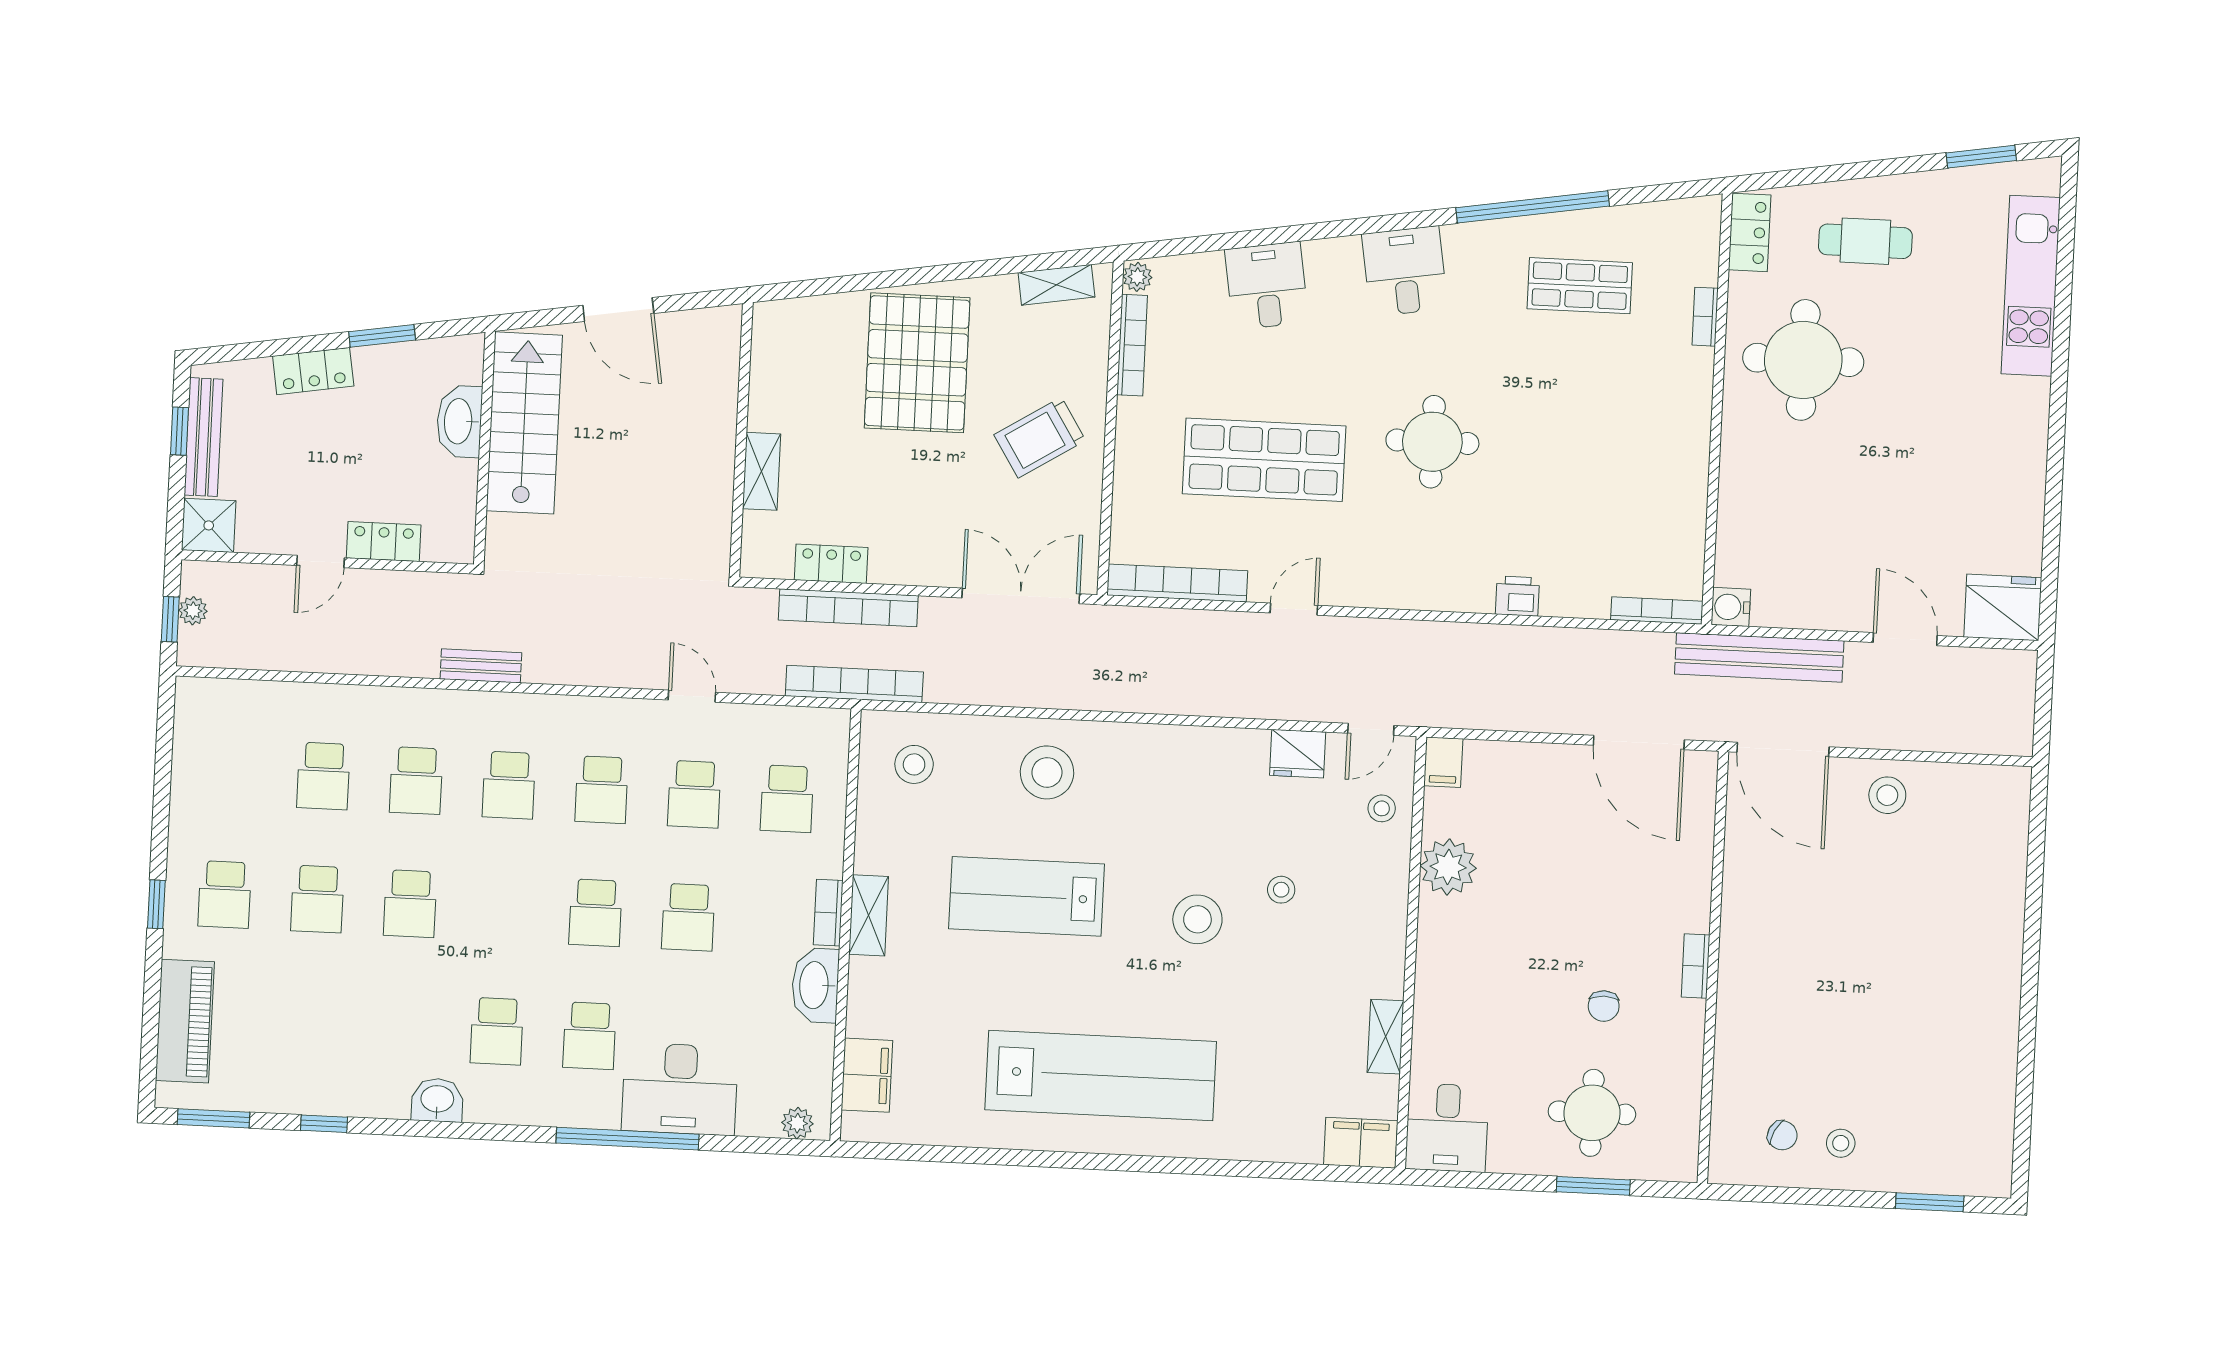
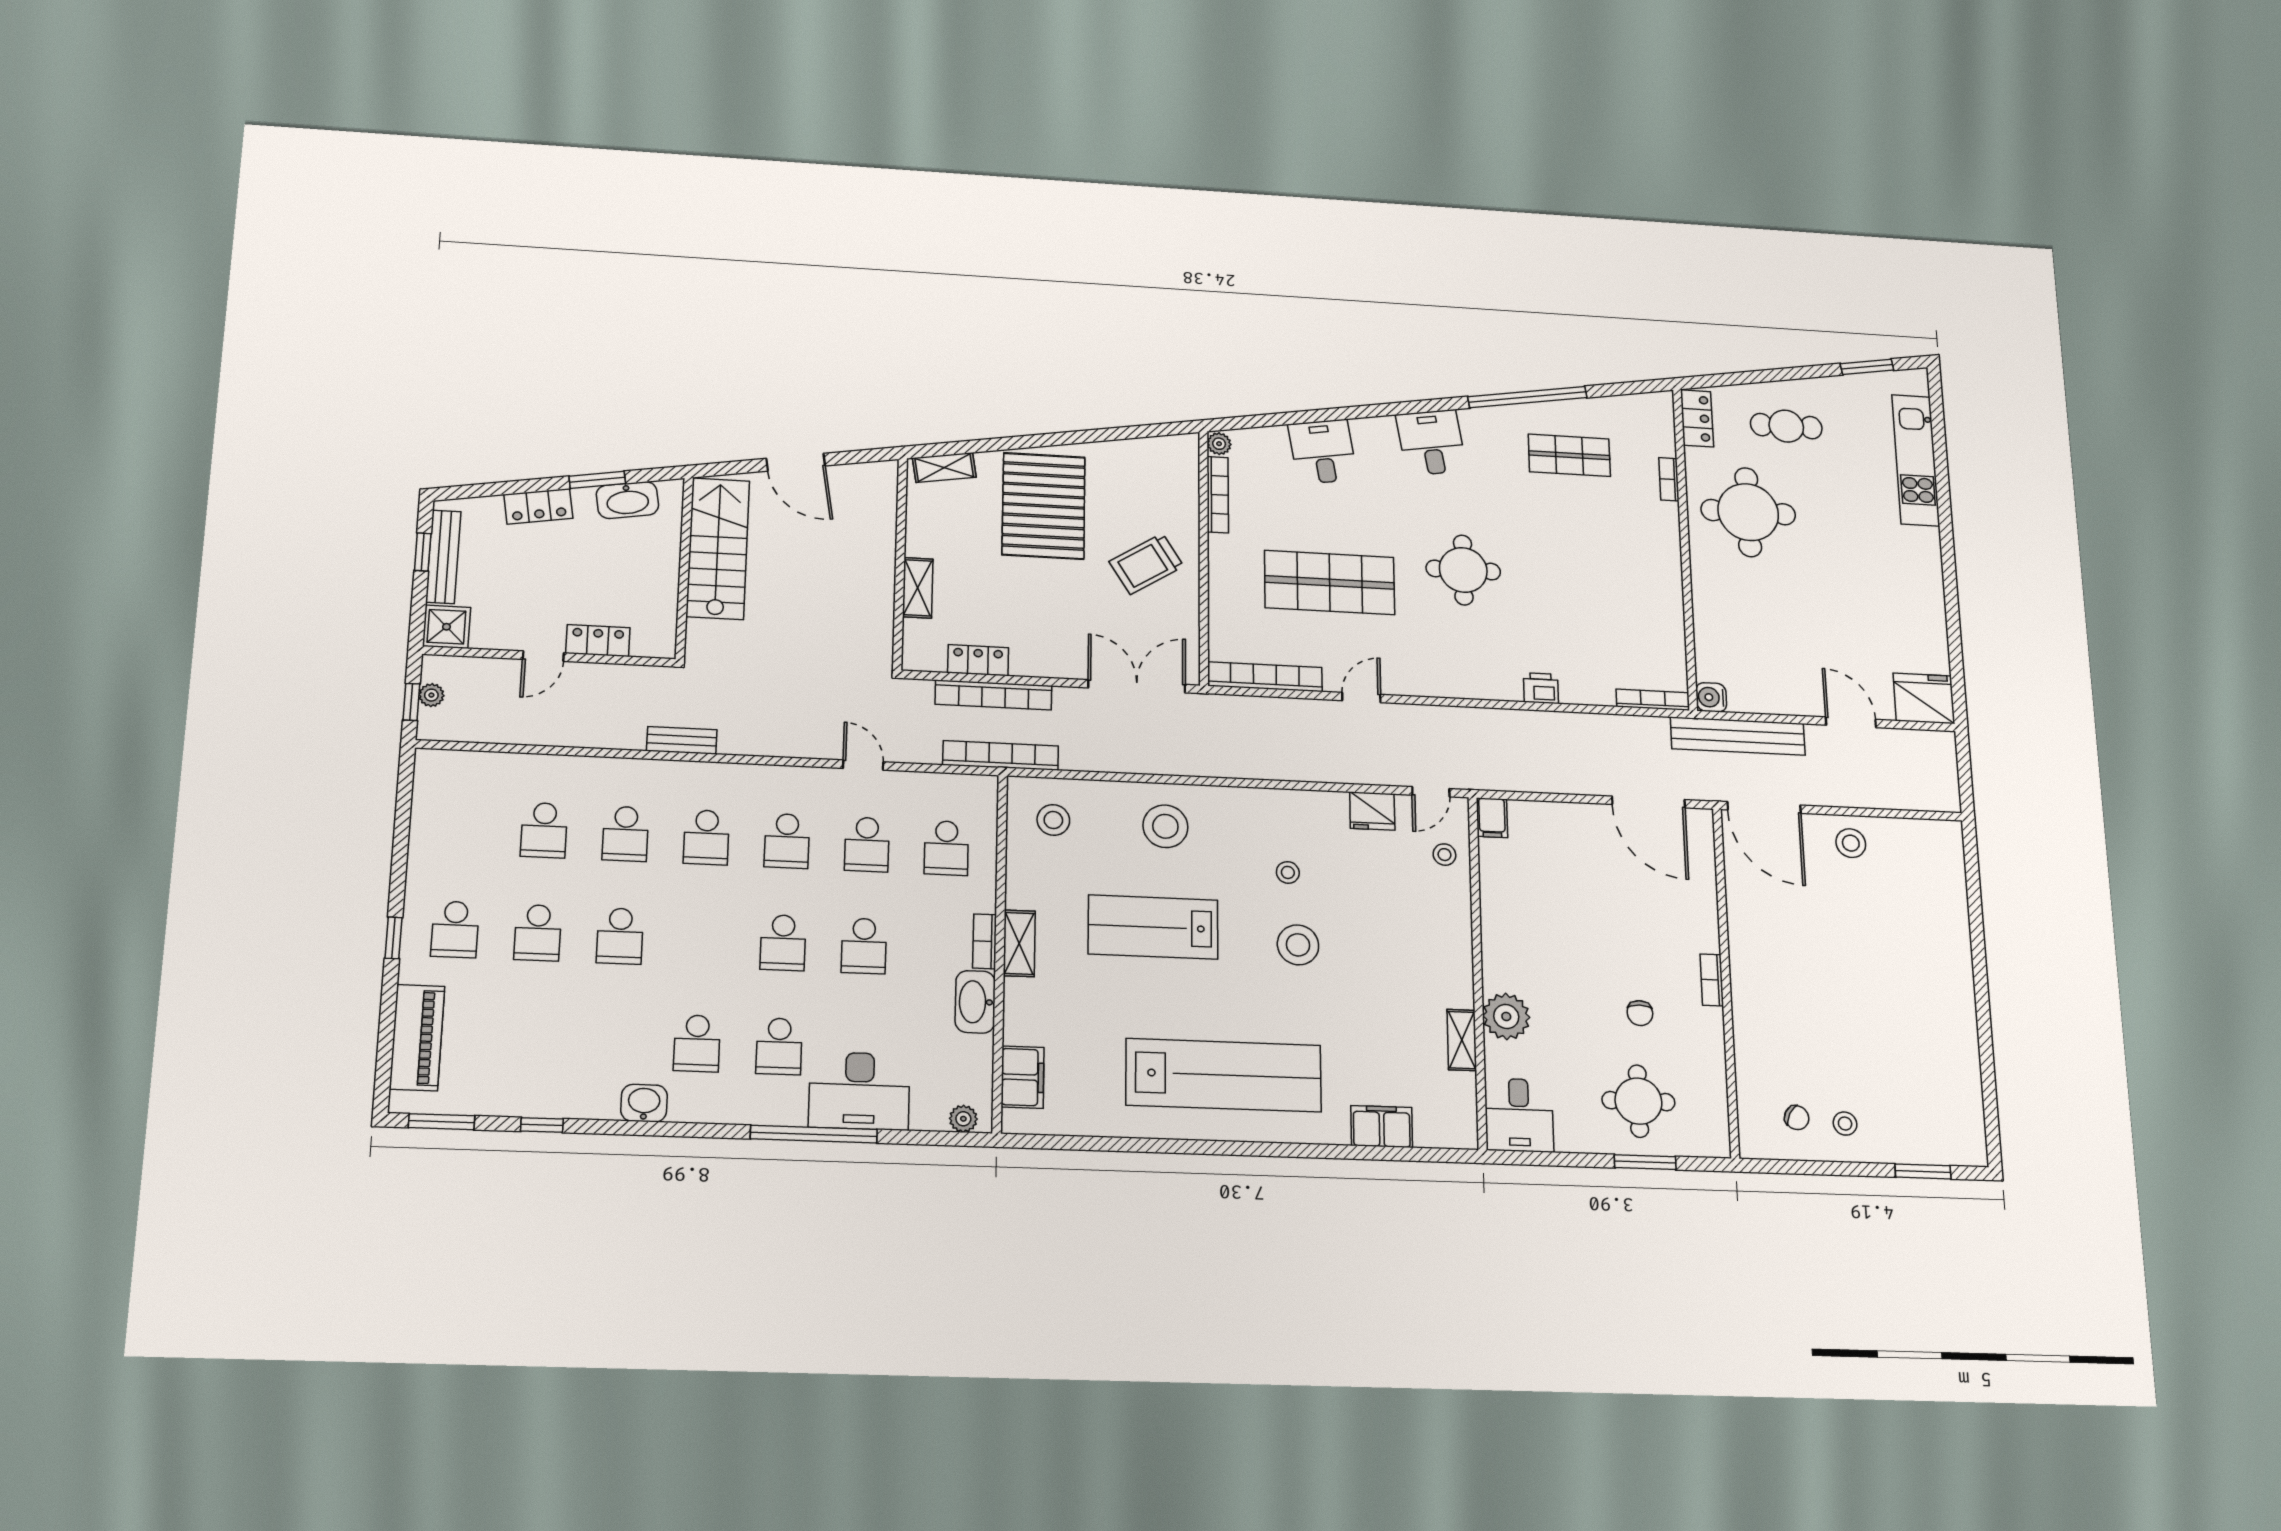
shelving: (1056, 285) -> (944, 468), moved
washbasin: (459, 421) -> (627, 500), moved, turned -99
plant: (1448, 867) -> (1506, 1017), moved
stool: (1281, 890) -> (1288, 872), moved
filing cabinet: (1361, 1143) -> (1382, 1127), moved

